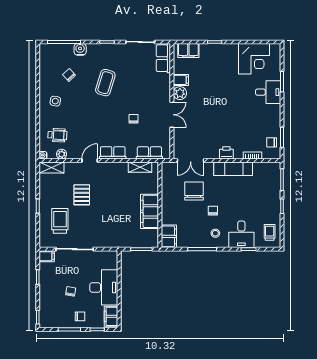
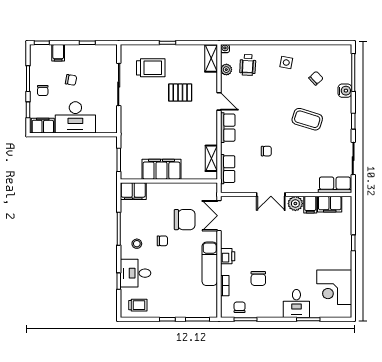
filing cabinet: (188, 51) -> (330, 204), moved, turned -90
chair: (246, 126) -> (258, 278), added
filing cabinet: (47, 256) -> (58, 53), moved

